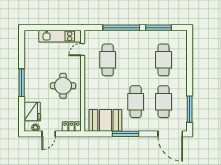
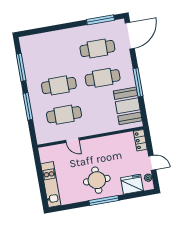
window: (121, 28) -> (28, 106), width x0.68
kitchen unit: (60, 36) -> (51, 184), moved
door: (83, 50) -> (72, 140), moved
cafe table: (164, 60) -> (59, 85), moved
round table: (63, 86) -> (97, 180), moved

